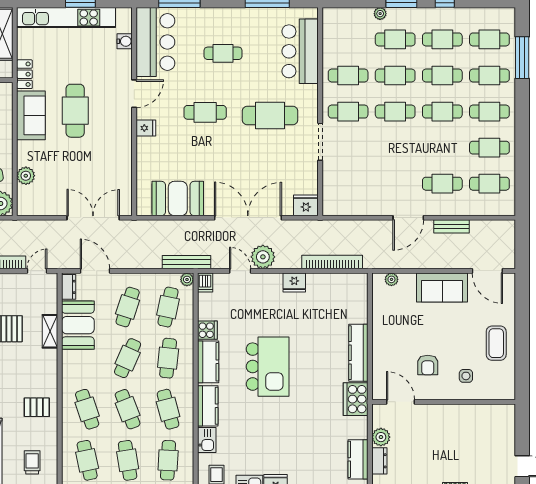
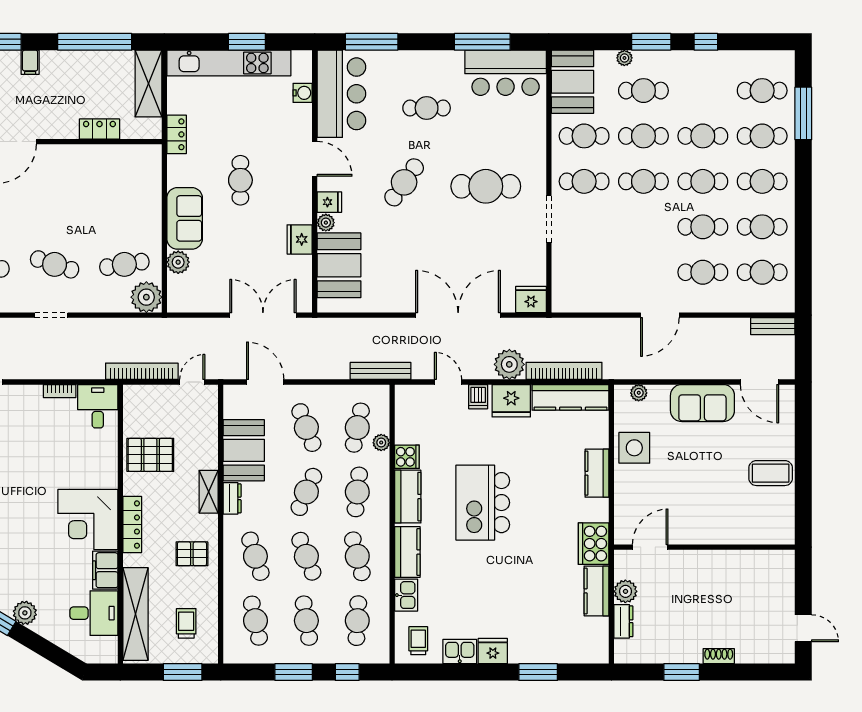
booth: (339, 32) -> (572, 82), added
cafe table: (442, 39) -> (703, 227), moved
bar counter: (300, 51) -> (506, 73), moved, turned -90
door: (134, 94) -> (315, 159), hinge flipped
cafe table: (75, 111) -> (240, 180), width x0.73, depth x0.74
cafe table: (205, 112) -> (404, 182), turned -55
sofa: (31, 115) -> (185, 218), moved
plant: (143, 144) -> (326, 223), added
fridge: (122, 158) -> (300, 239), added
booth: (178, 198) -> (339, 265), moved, turned 90
bench: (451, 226) -> (773, 326), moved
plant: (263, 257) -> (509, 364), moved
plant: (187, 279) -> (381, 443), moved
dishwasher: (205, 282) -> (478, 397), moved
fridge: (294, 282) -> (511, 401), width x1.36, depth x1.34
kitchen counter: (337, 283) -> (571, 397), added
dresser: (69, 287) -> (232, 498), moved
cafe table: (128, 307) -> (306, 428), turned -39
shelving: (50, 331) -> (209, 492), moved
coffee table: (496, 343) -> (771, 473), turned 90
kitchen counter: (358, 353) -> (597, 473), width x0.67
armchair: (428, 365) -> (684, 501), removed
kitchen island: (268, 367) -> (483, 503), turned 180
side table: (466, 376) -> (634, 448), moved, width x1.87, depth x1.87
door: (401, 402) -> (650, 547), hinge flipped
kitchen counter: (358, 459) -> (597, 591), moved

